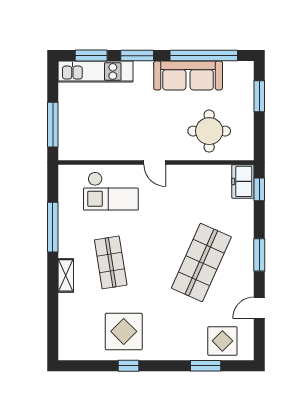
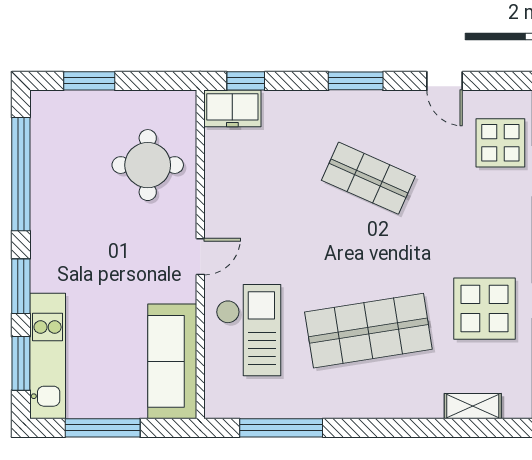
sofa: (188, 75) -> (172, 361), moved, turned 180
window: (53, 125) -> (103, 428), moved
window: (53, 227) -> (281, 428), moved
shop shelf: (111, 262) -> (368, 331), width x1.43, depth x1.36
shop shelf: (201, 262) -> (368, 178), width x0.70, depth x0.74
shelving: (66, 275) -> (473, 406), moved

